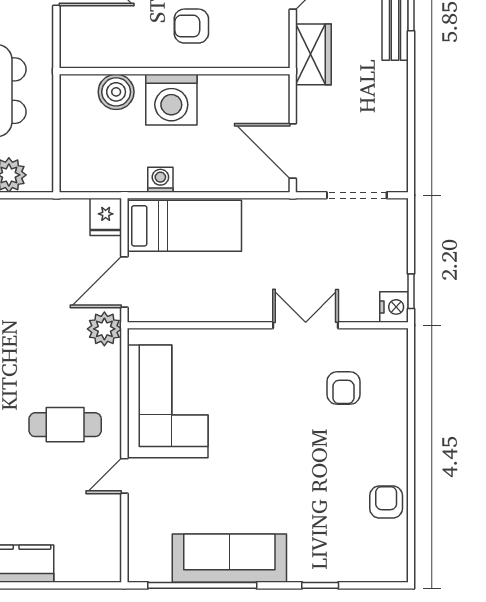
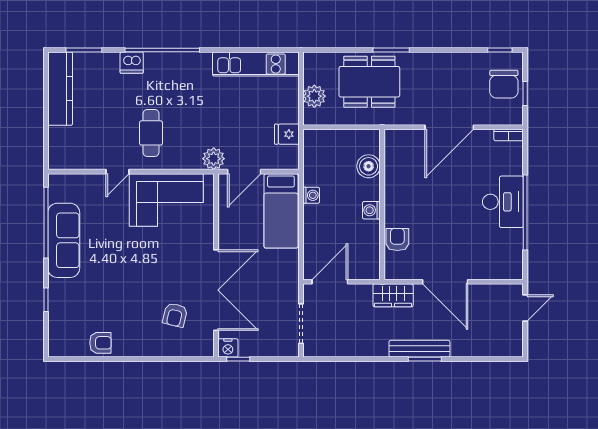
armchair: (191, 26) -> (397, 239), moved
washing machine: (171, 100) -> (371, 210), width x0.53, depth x0.53
fridge: (106, 217) -> (287, 134), moved
door: (124, 282) -> (244, 172), swing flipped
double door: (306, 325) -> (216, 290), width x1.87
armchair: (343, 388) -> (175, 315), turned -77
door: (124, 476) -> (117, 172), swing flipped

